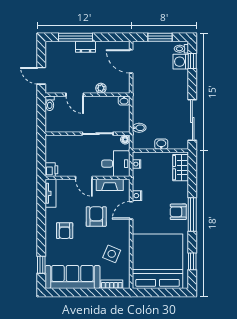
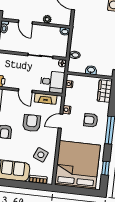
armchair: (178, 212) -> (91, 120), moved

